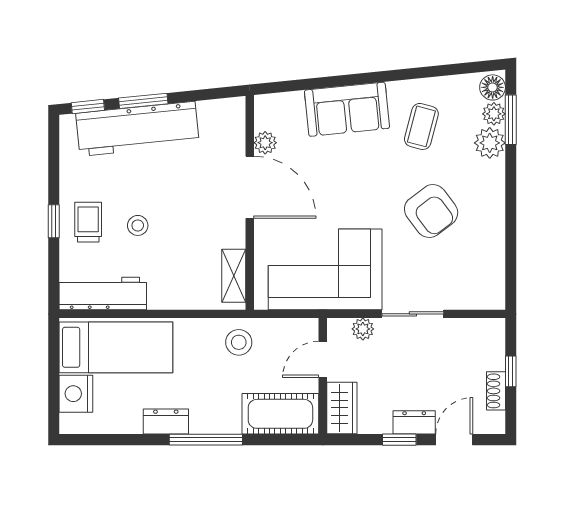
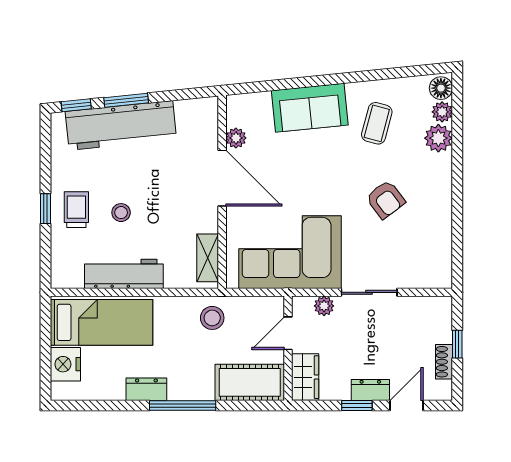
window: (511, 120) -> (457, 117), removed
armchair: (431, 211) -> (386, 200), width x0.72, depth x0.72
workbench: (103, 293) -> (124, 274), moved

